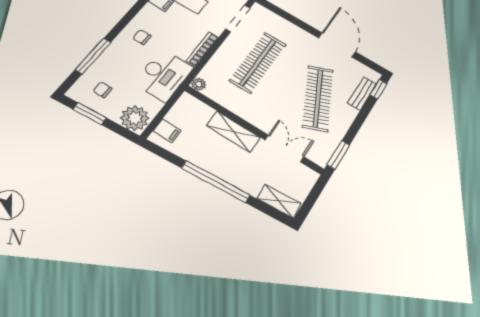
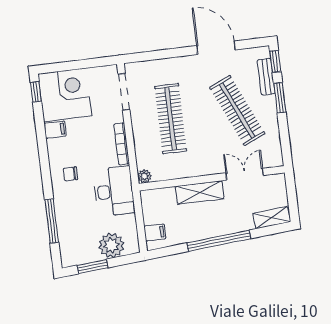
chair: (103, 90) -> (84, 241), removed
plant: (135, 118) -> (111, 245), moved
window: (338, 155) -> (280, 98), moved

